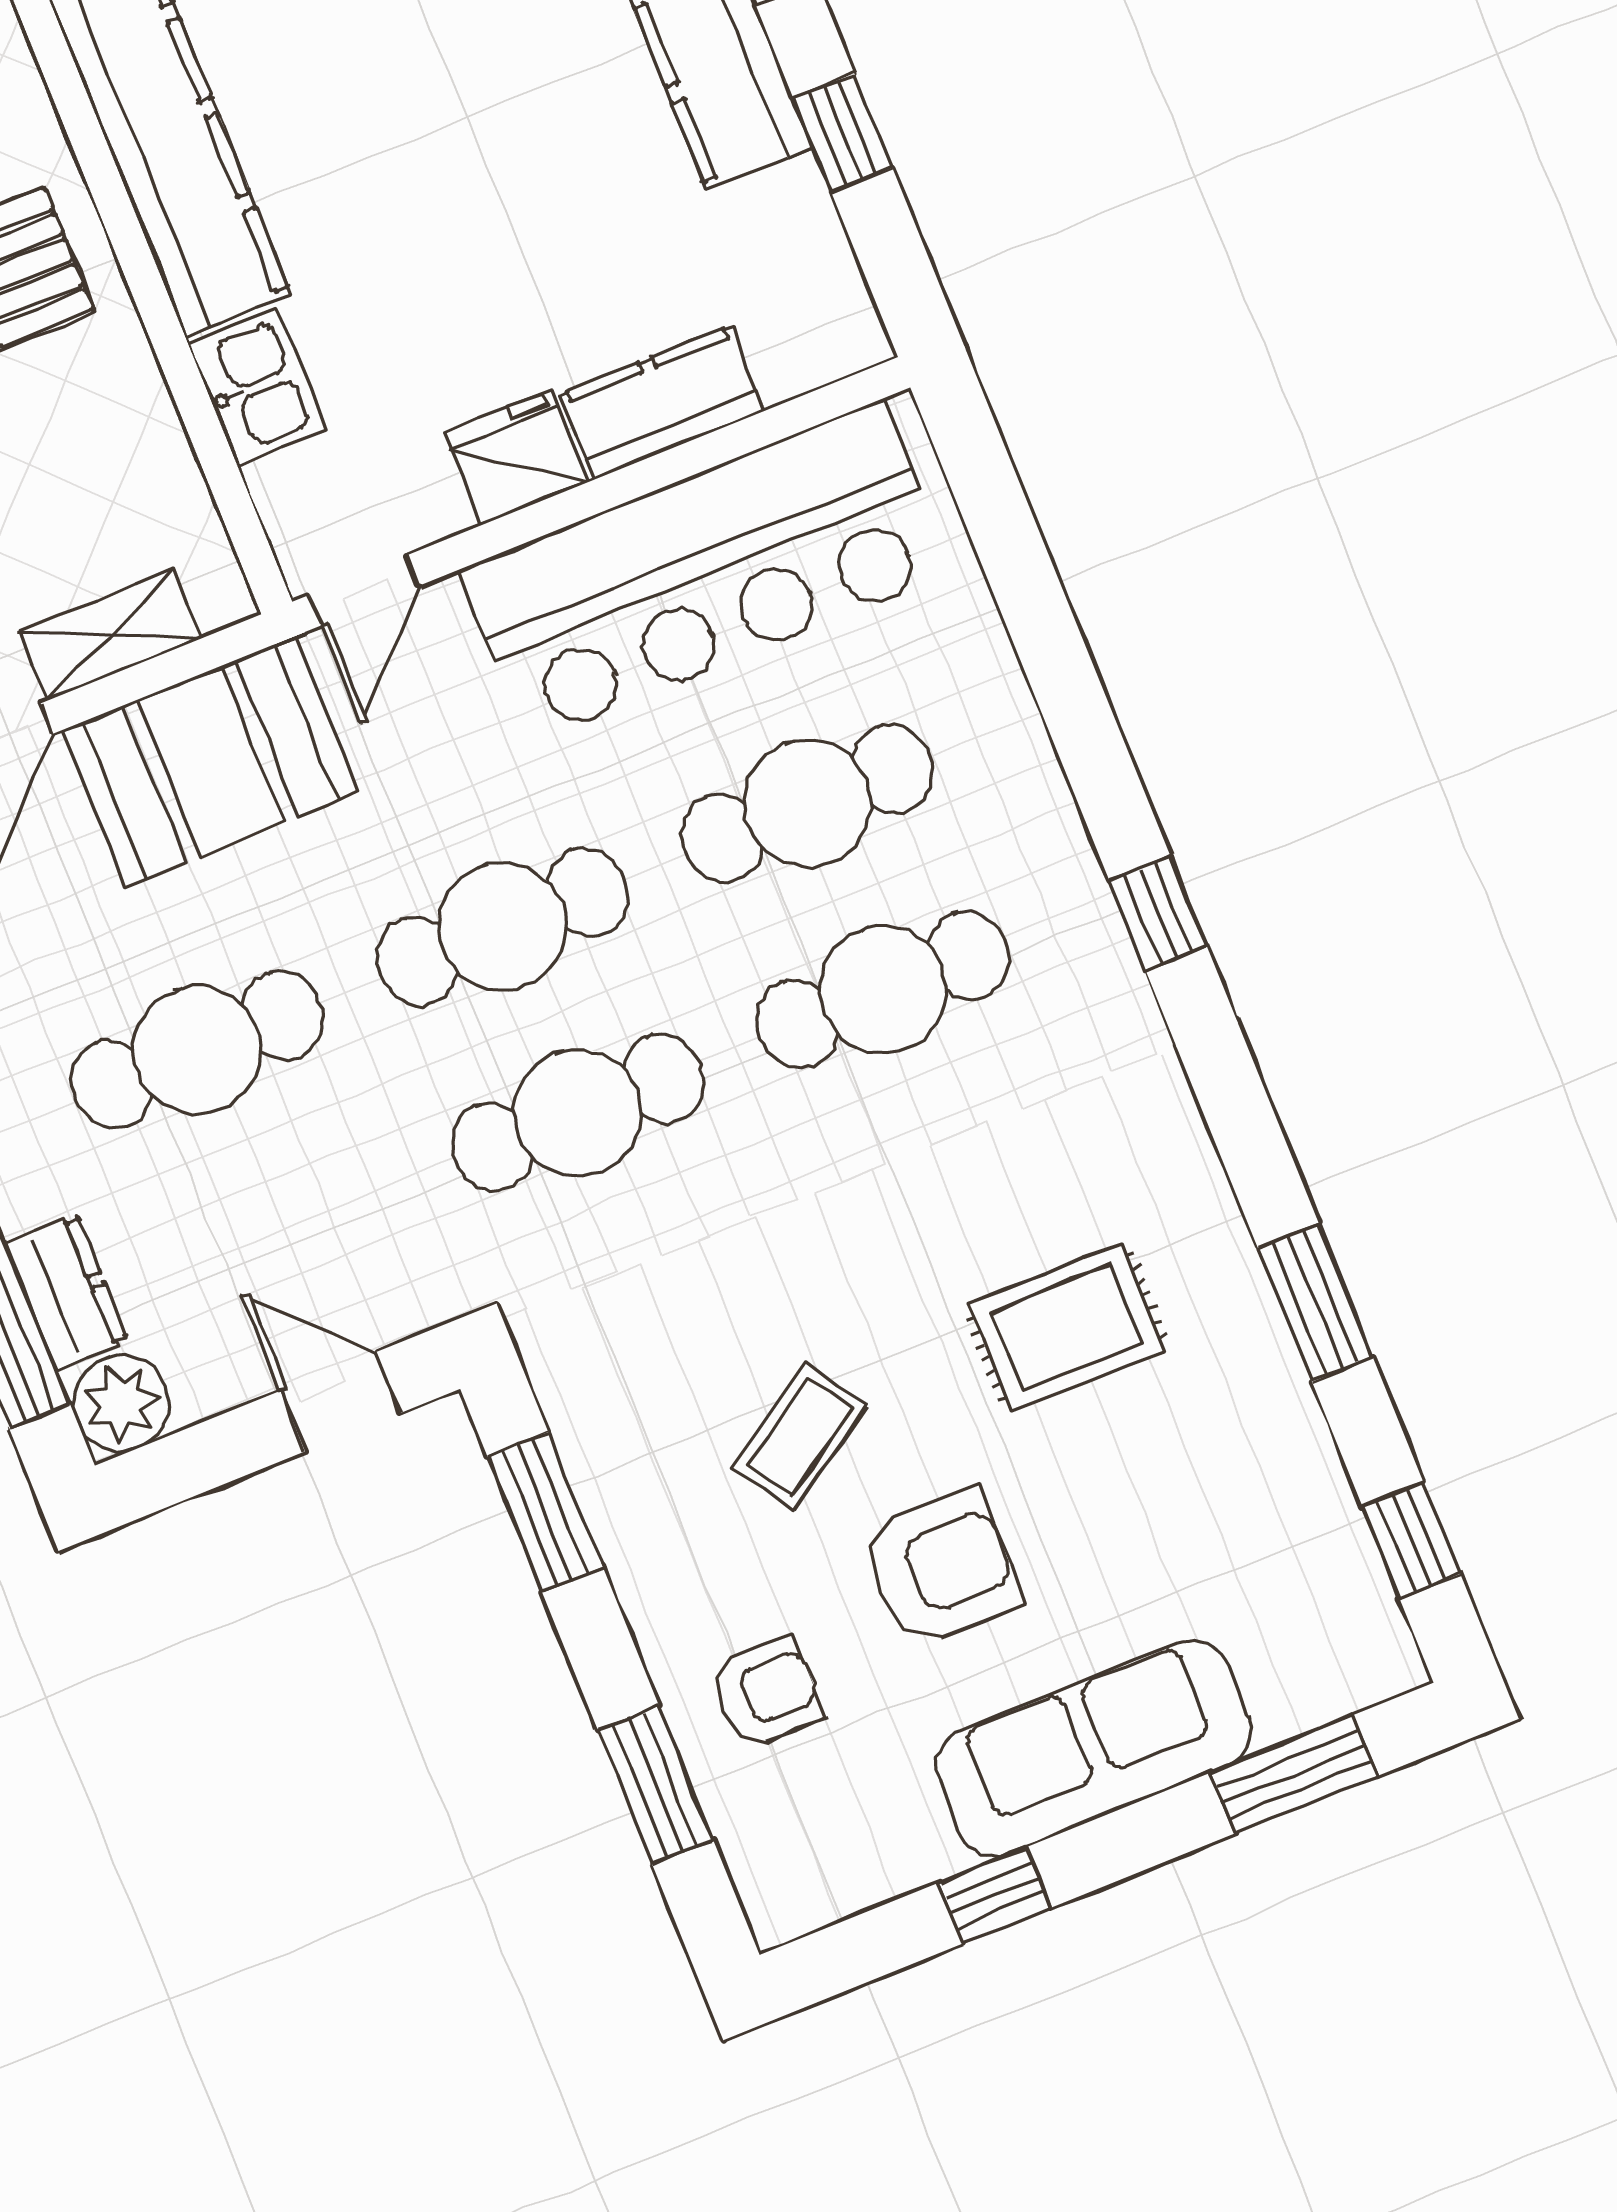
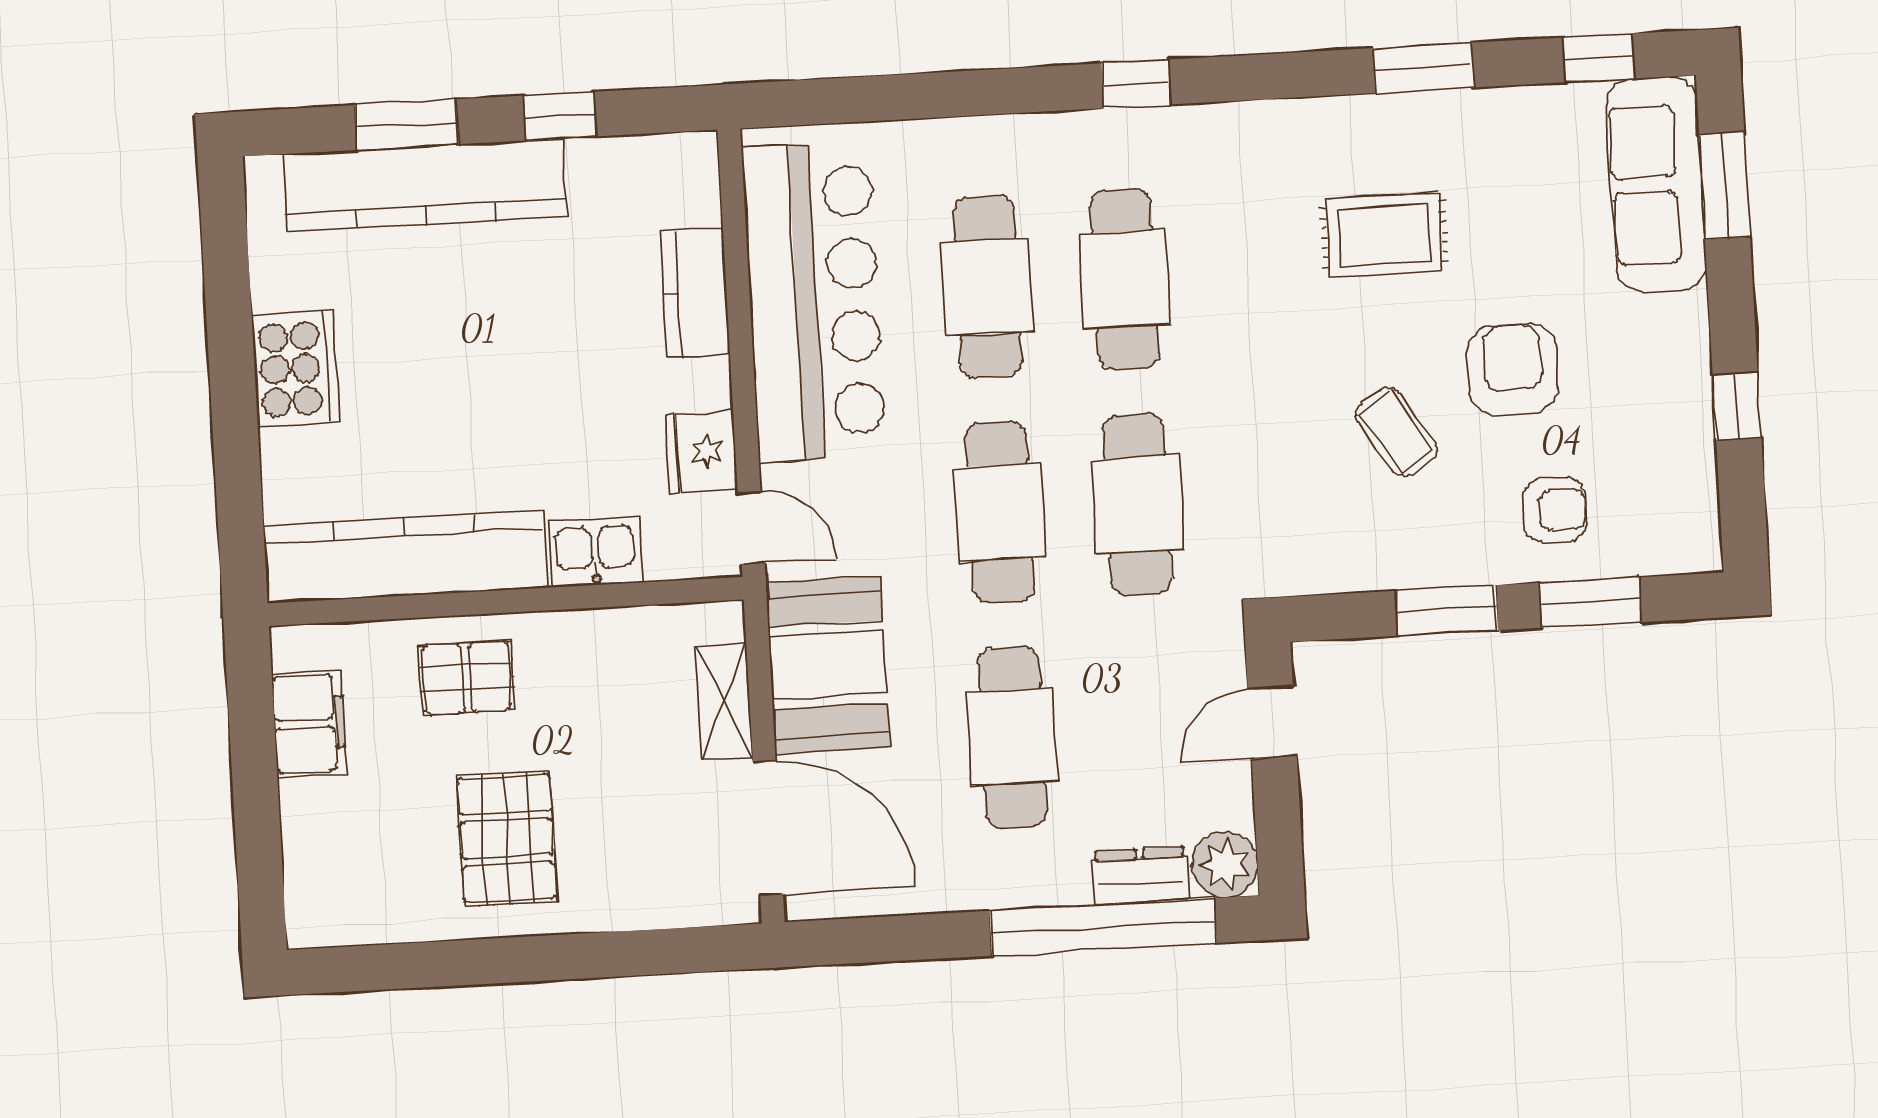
fridge: (516, 458) -> (701, 452), moved
rug: (1066, 1327) -> (1384, 235), turned 90
window: (545, 1512) -> (1447, 610), moved
armchair: (766, 1692) -> (1555, 510), turned 90
sofa: (1094, 1749) -> (1657, 184), moved

